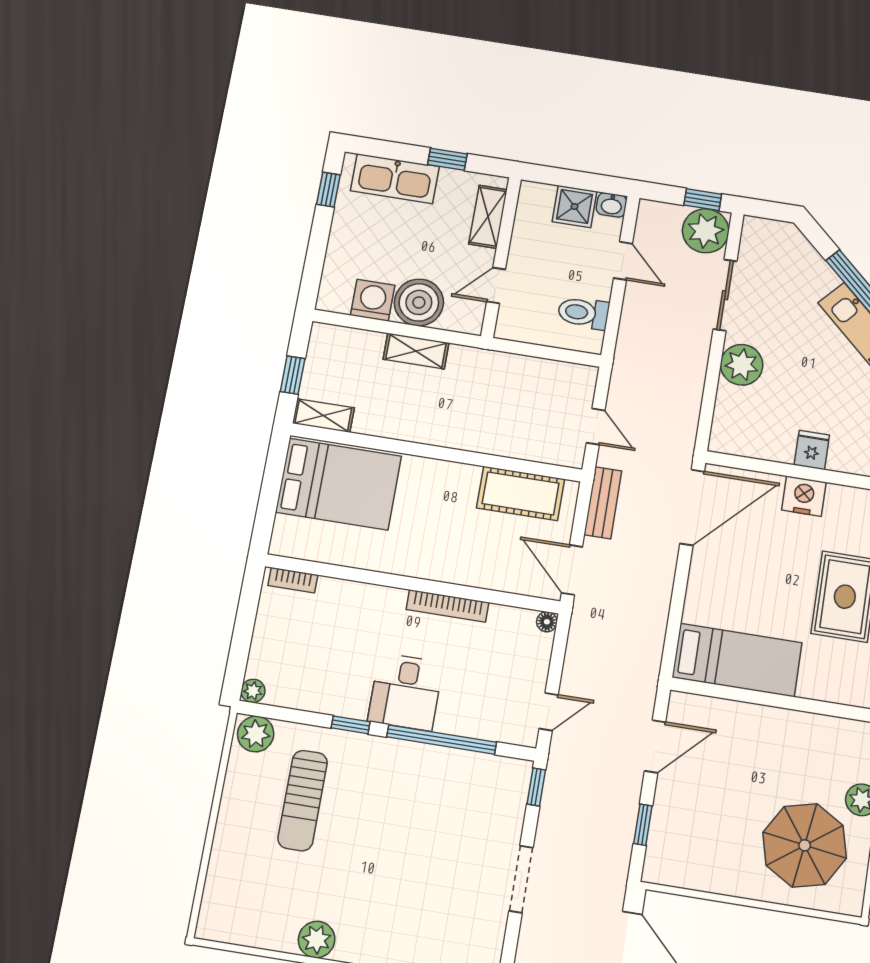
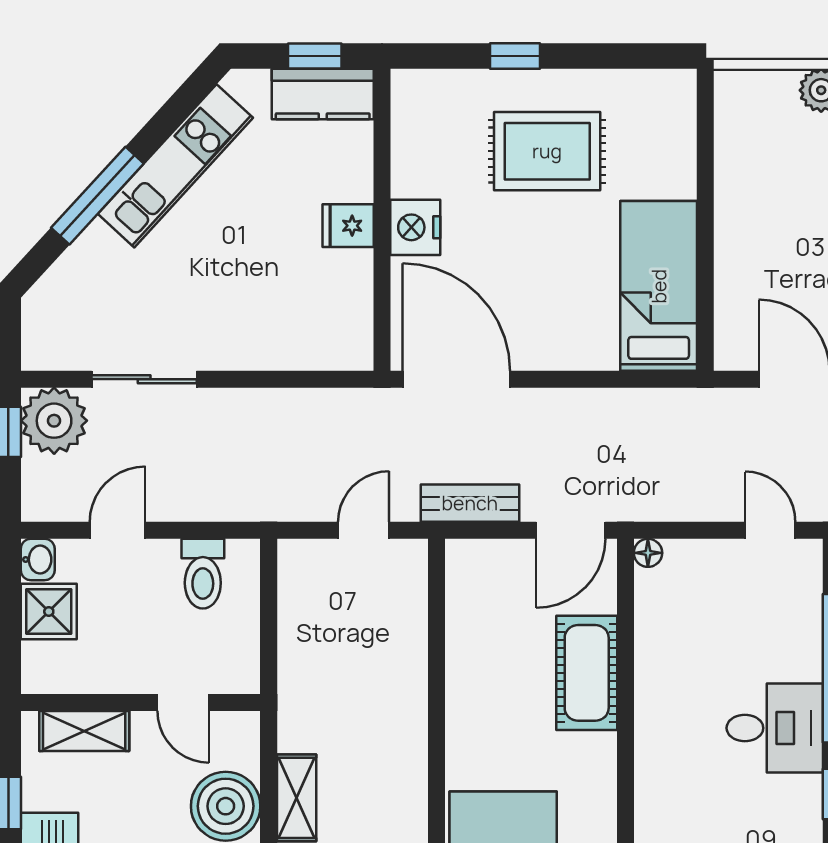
plant: (742, 365) -> (242, 341), removed
cot: (521, 493) -> (587, 673), moved
bookcase: (448, 606) -> (648, 692), removed

